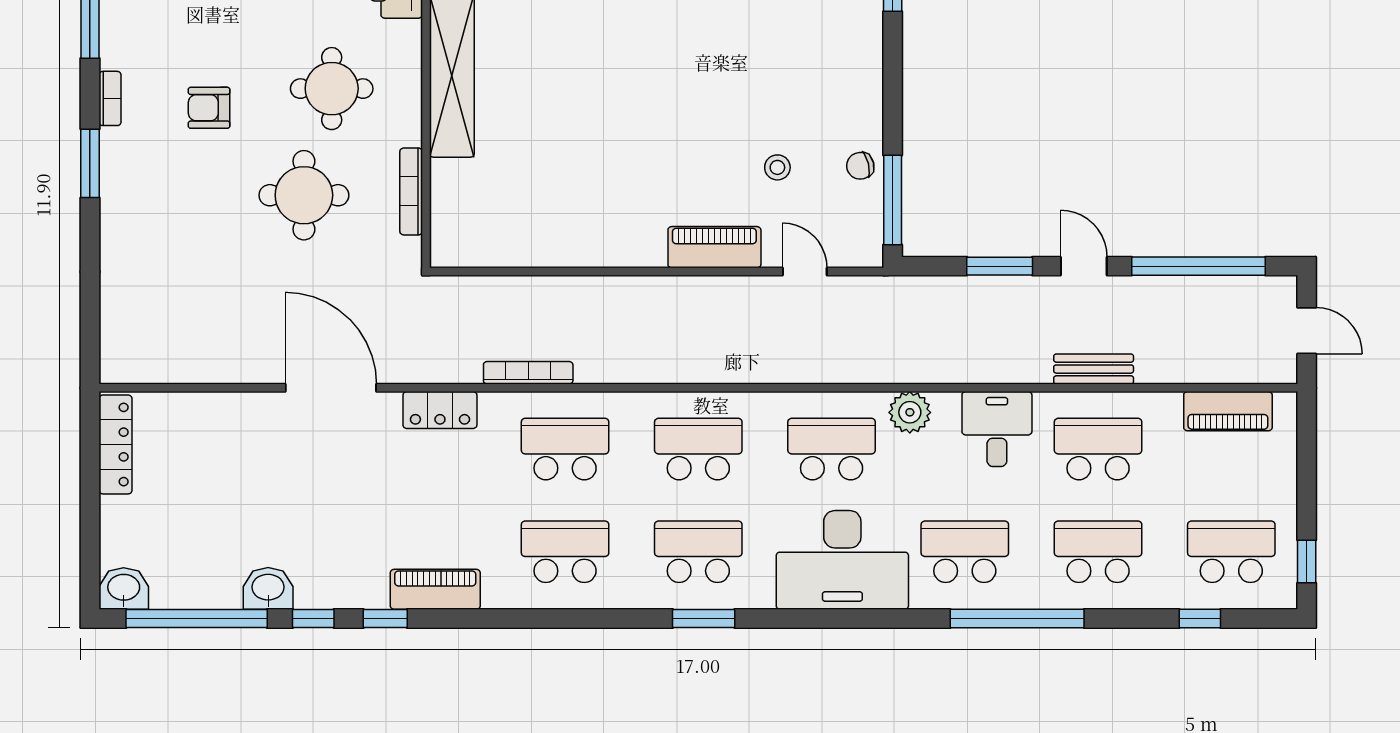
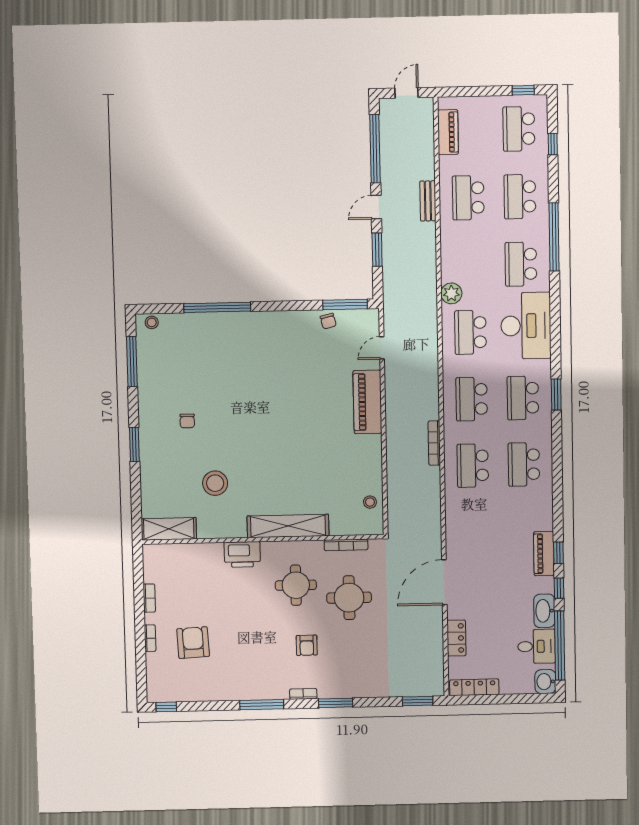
stool: (777, 167) -> (370, 502), moved
piano: (714, 247) -> (367, 402), width x1.37, depth x1.33
window: (90, 329) -> (418, 701), added
bookcase: (528, 373) -> (434, 443), moved
locker: (440, 410) -> (456, 638), moved
desk: (997, 429) -> (537, 646), moved, turned 180
washbasin: (268, 588) -> (544, 611), width x1.38
piano: (435, 589) -> (544, 554), moved

